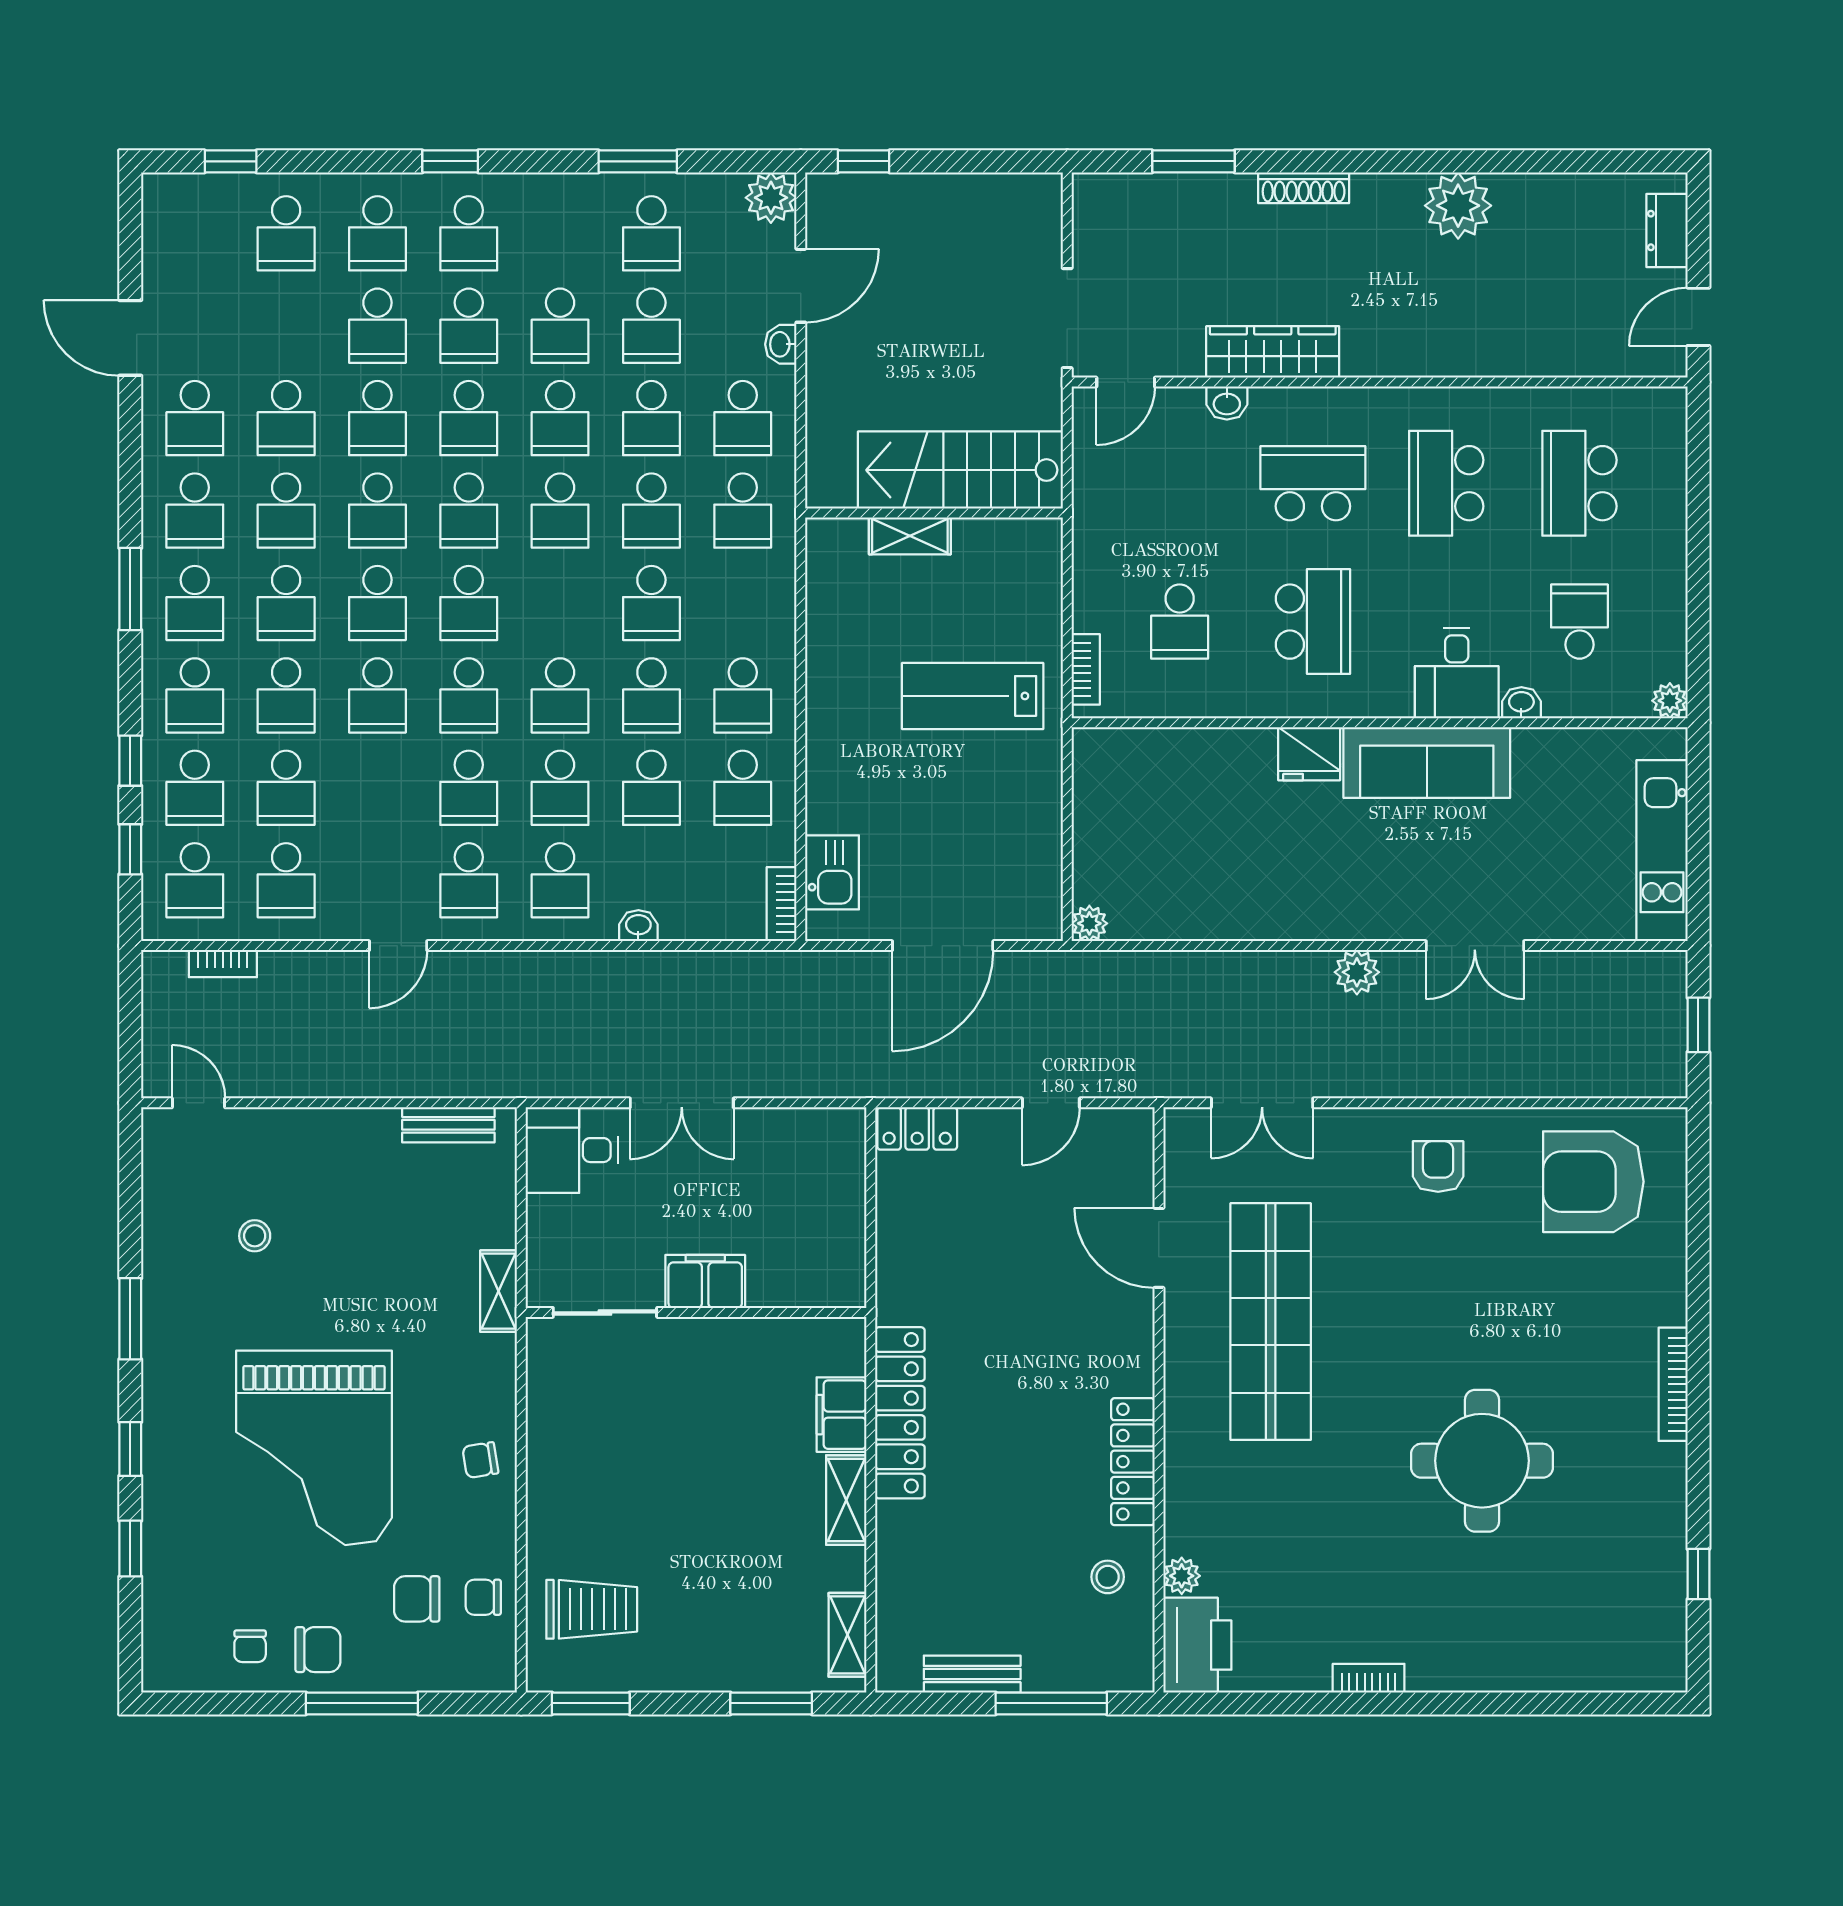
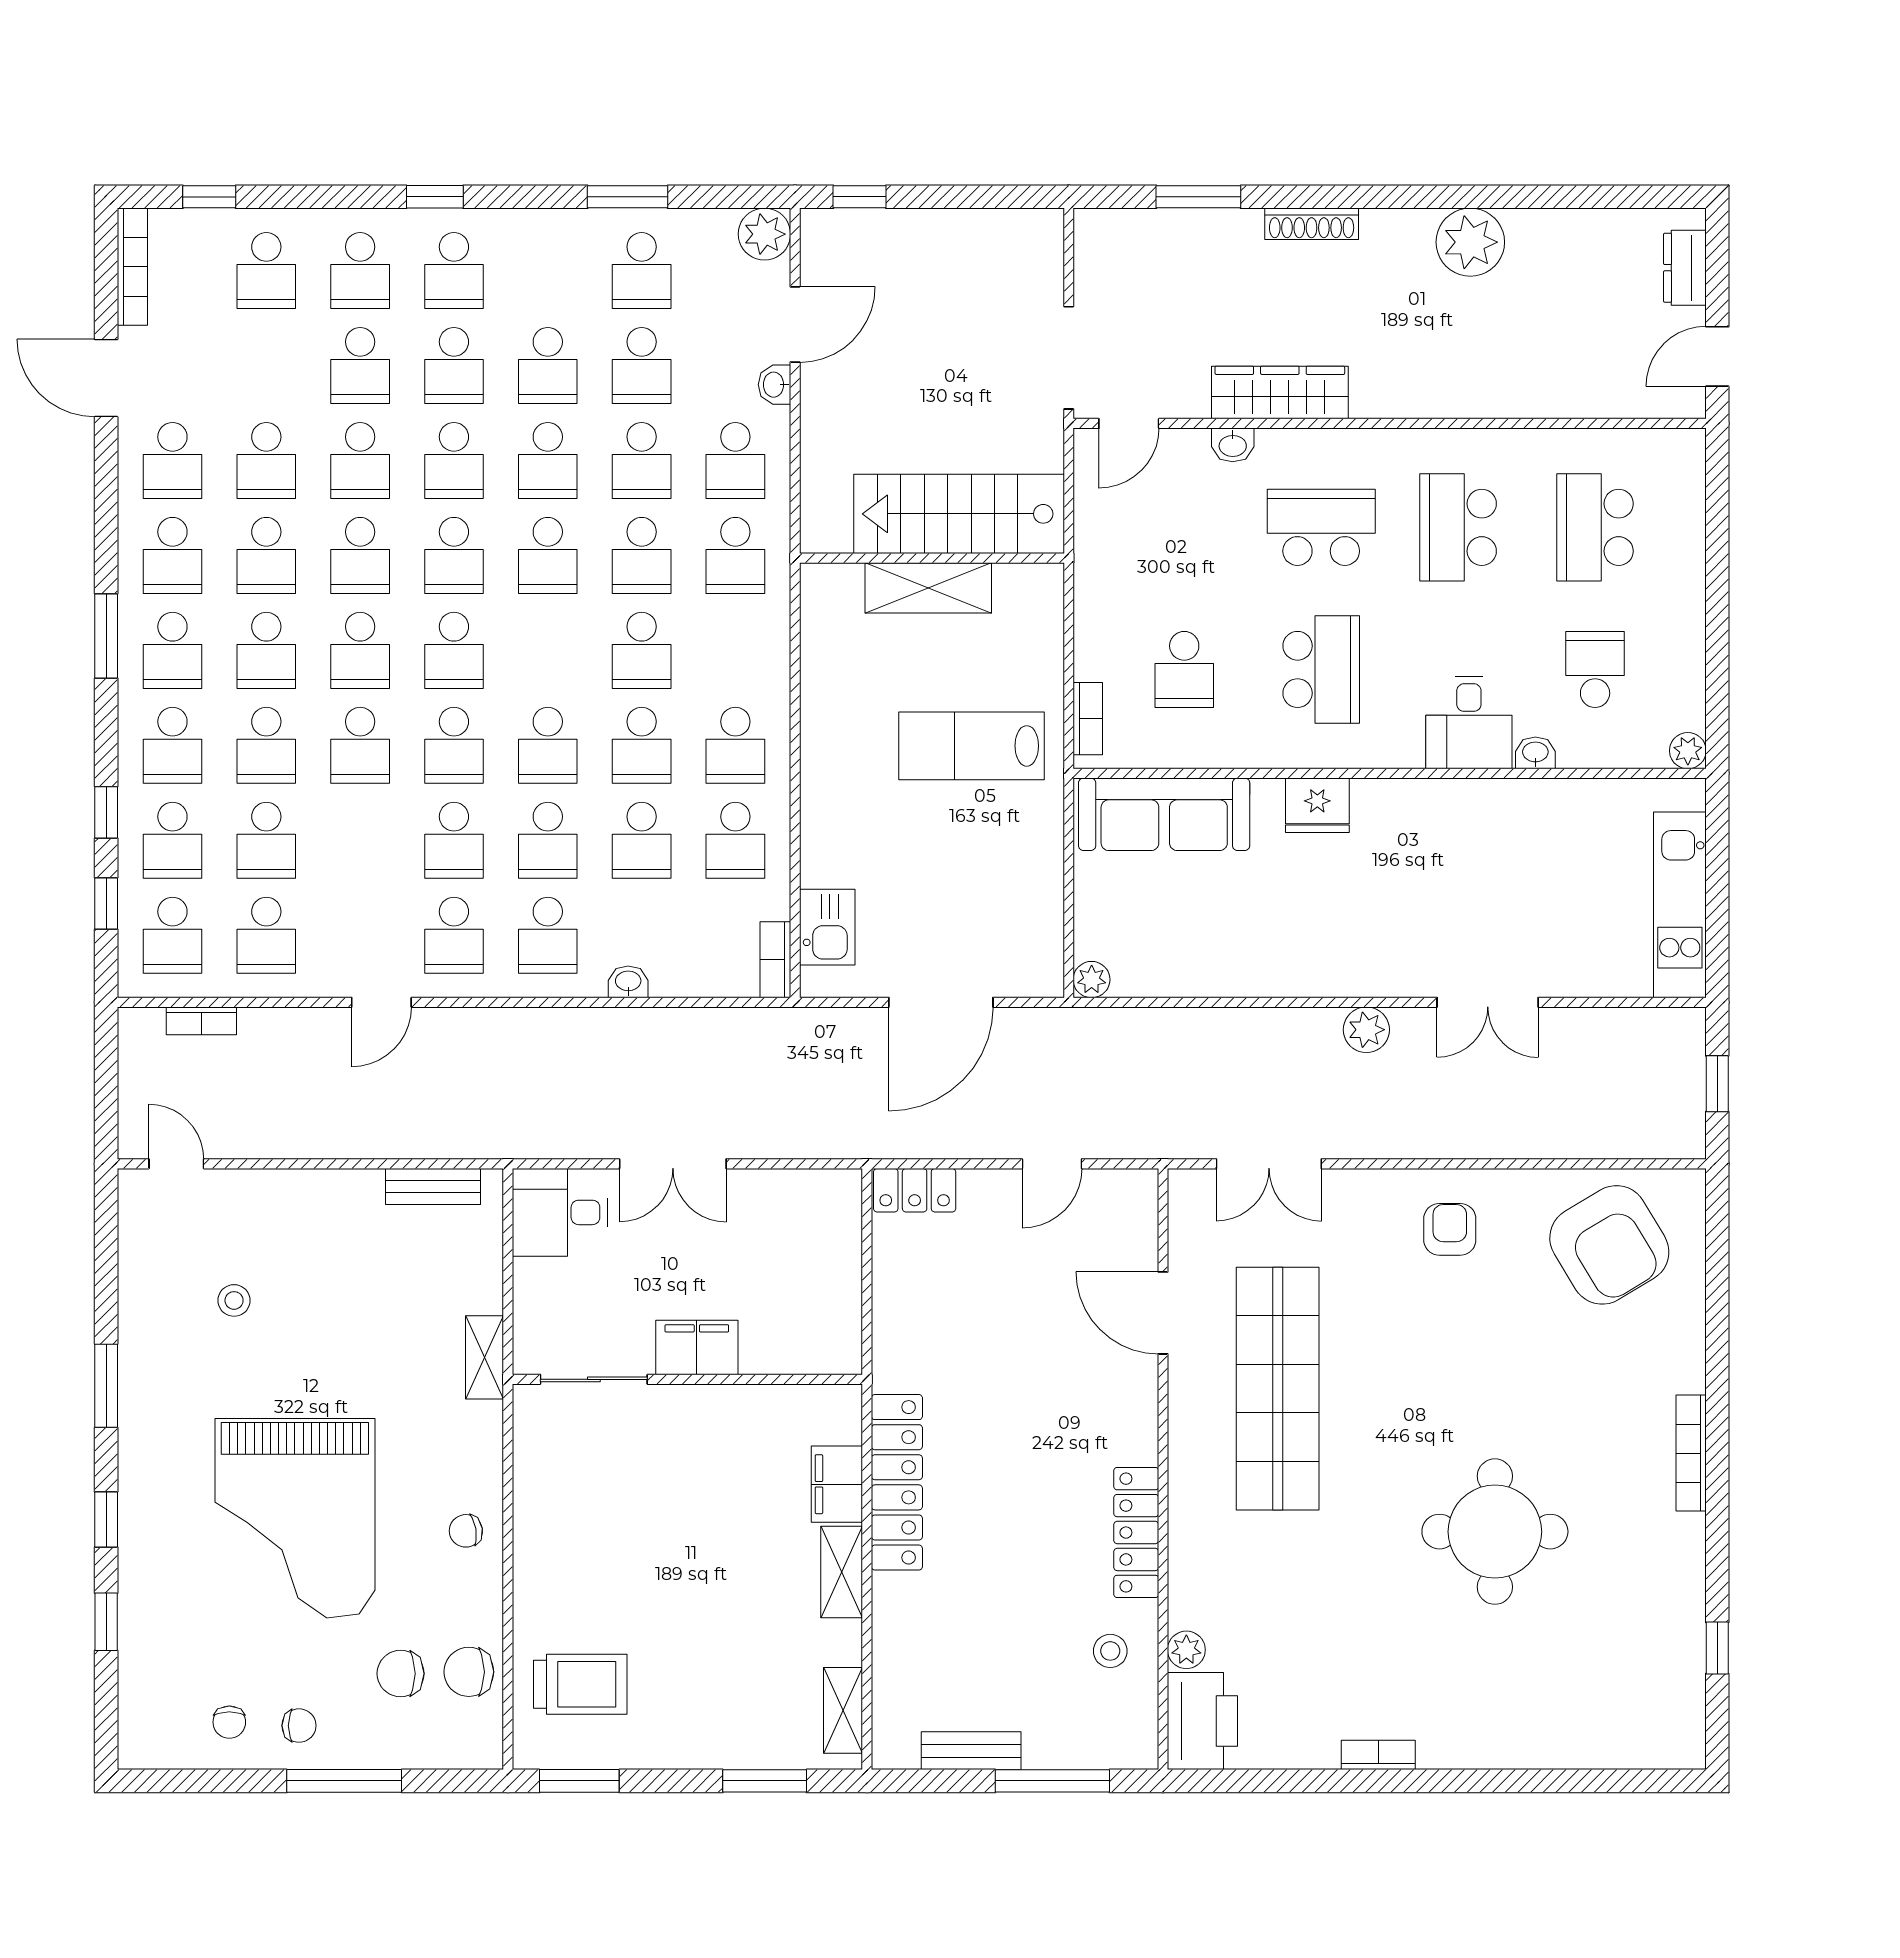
bookcase: (156, 229) -> (132, 267), added
shelving: (910, 536) -> (928, 588), width x1.50, depth x1.33
sofa: (1427, 763) -> (1164, 814), moved
armchair: (1593, 1182) -> (1609, 1245), turned -121
chair: (483, 1597) -> (469, 1672), width x1.37, depth x1.37
chair: (318, 1650) -> (299, 1726), width x0.73, depth x0.73

